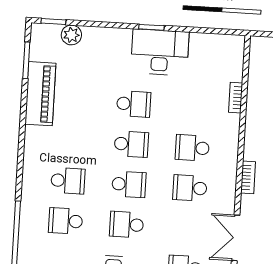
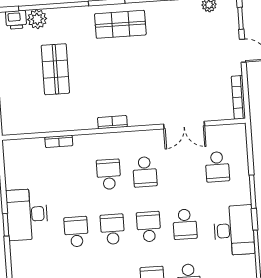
school desk: (192, 148) -> (109, 174), turned 180
bookcase: (248, 177) -> (112, 122), moved

